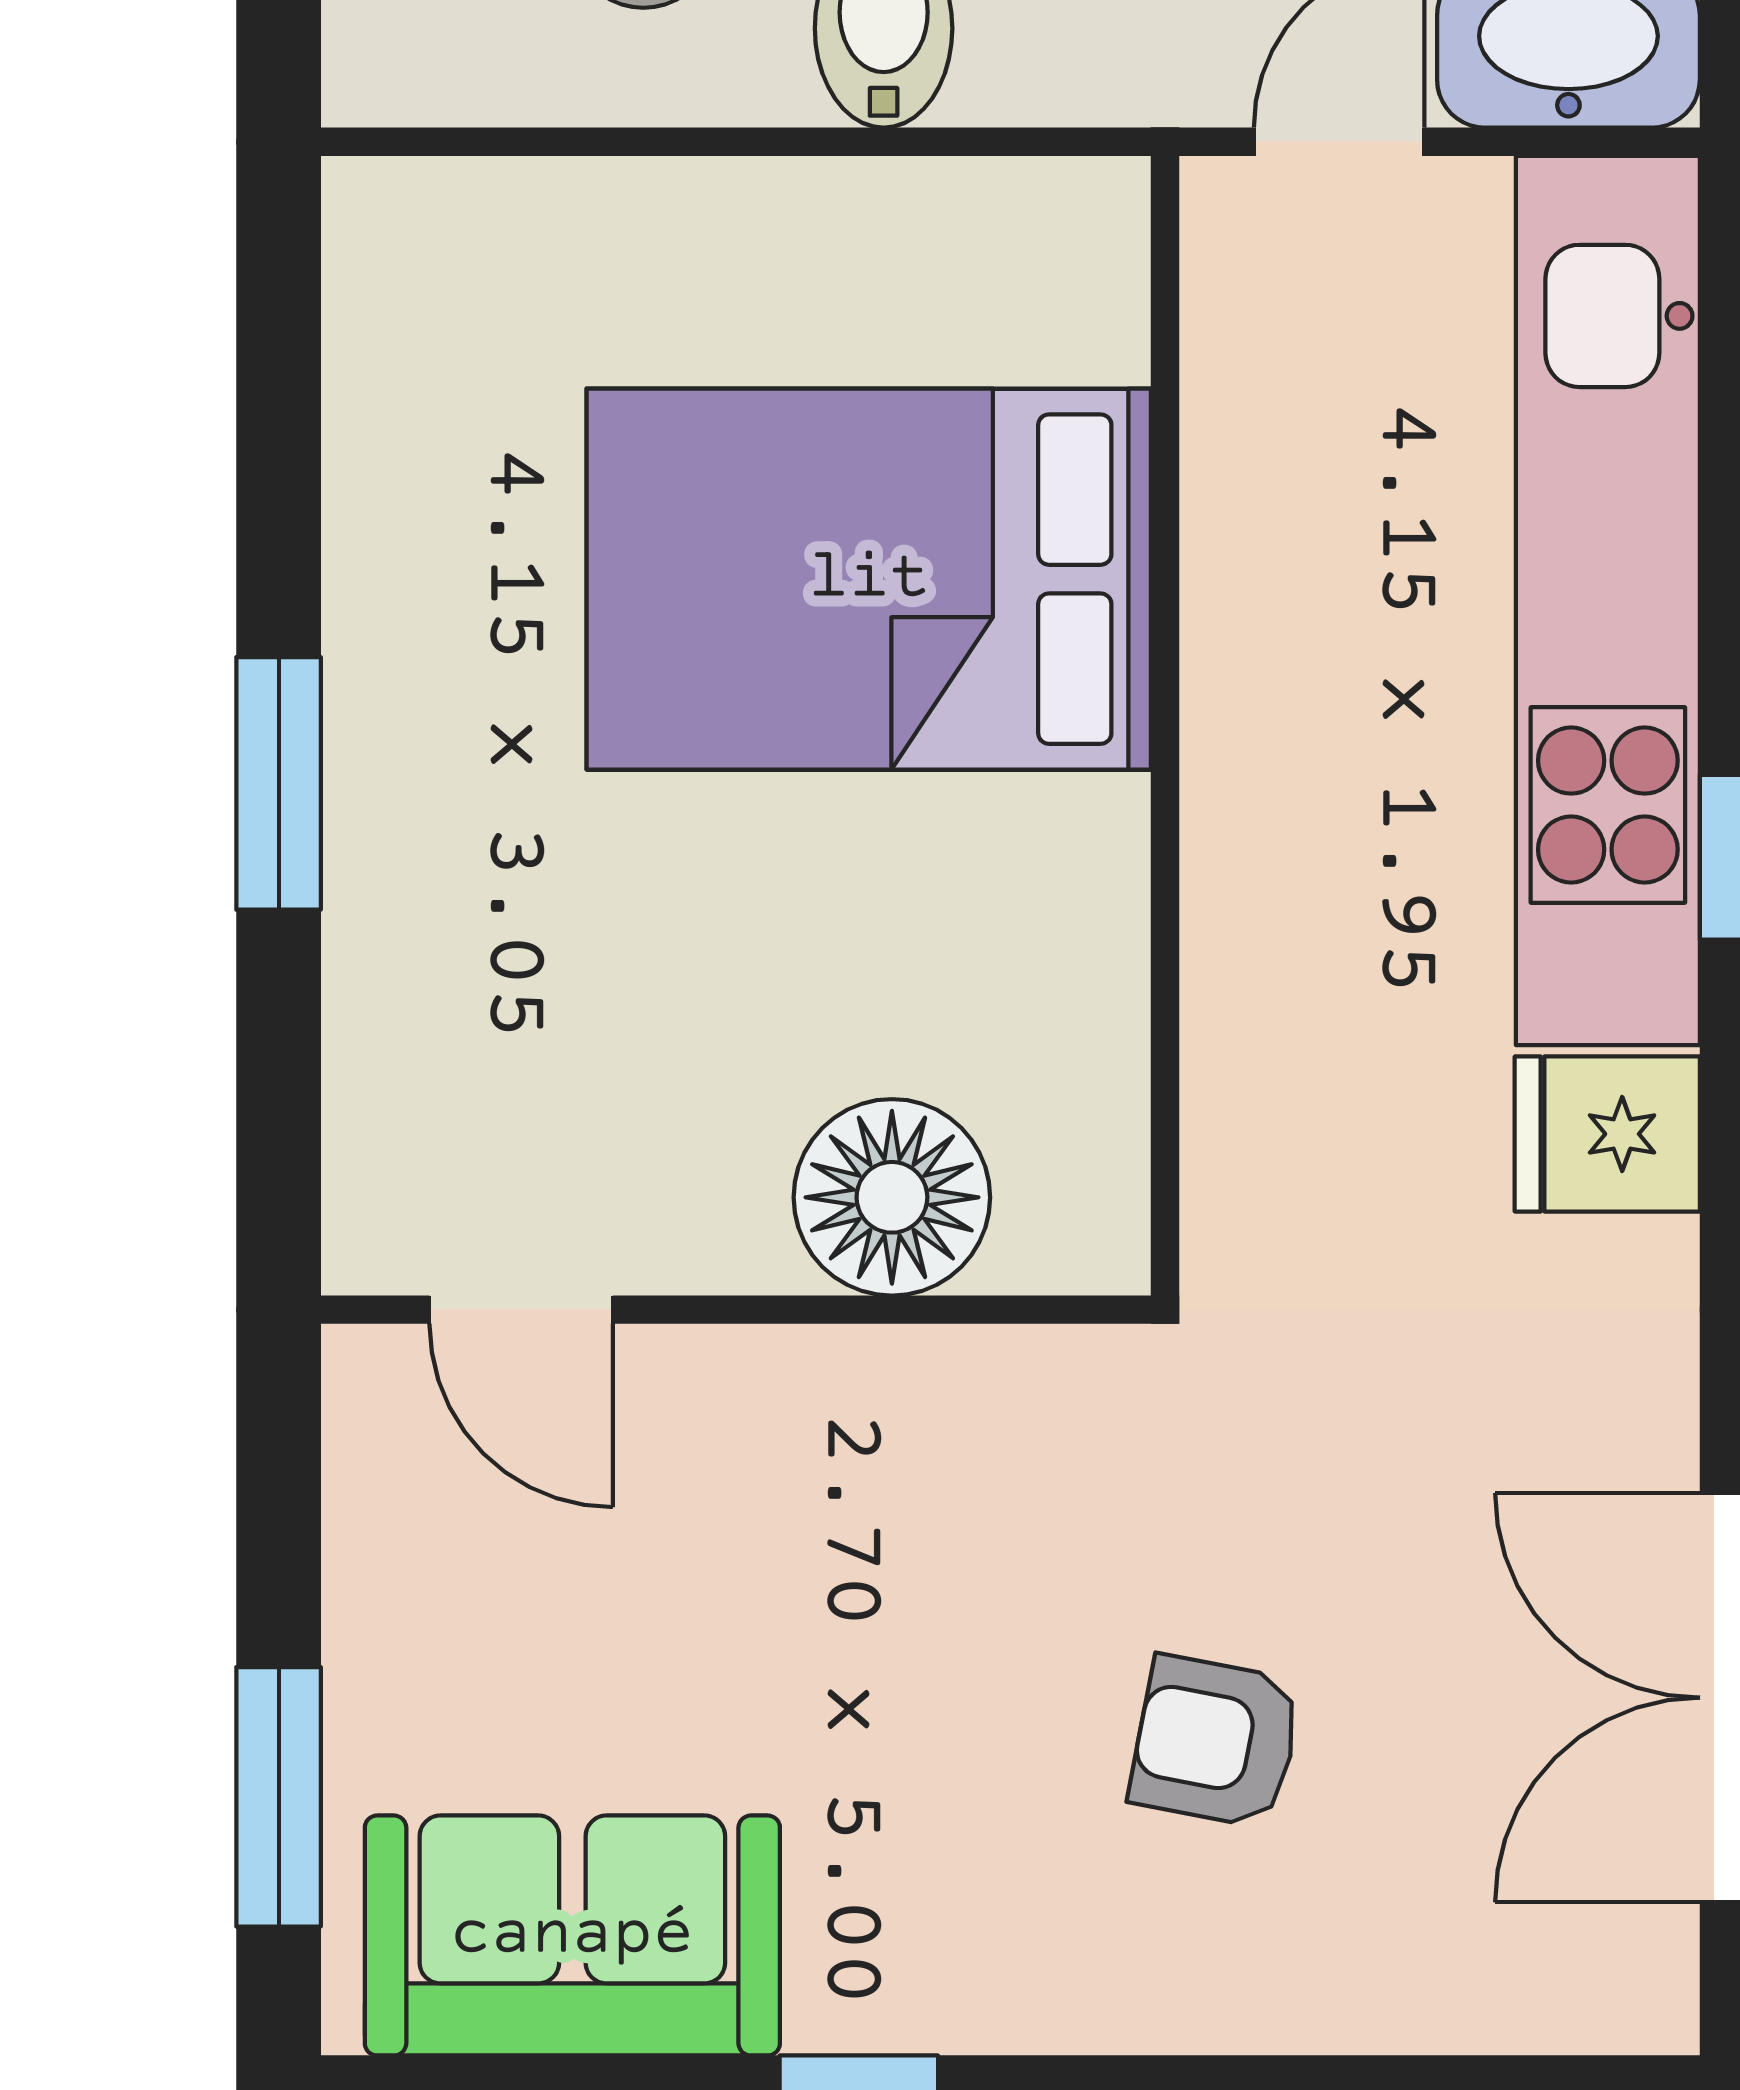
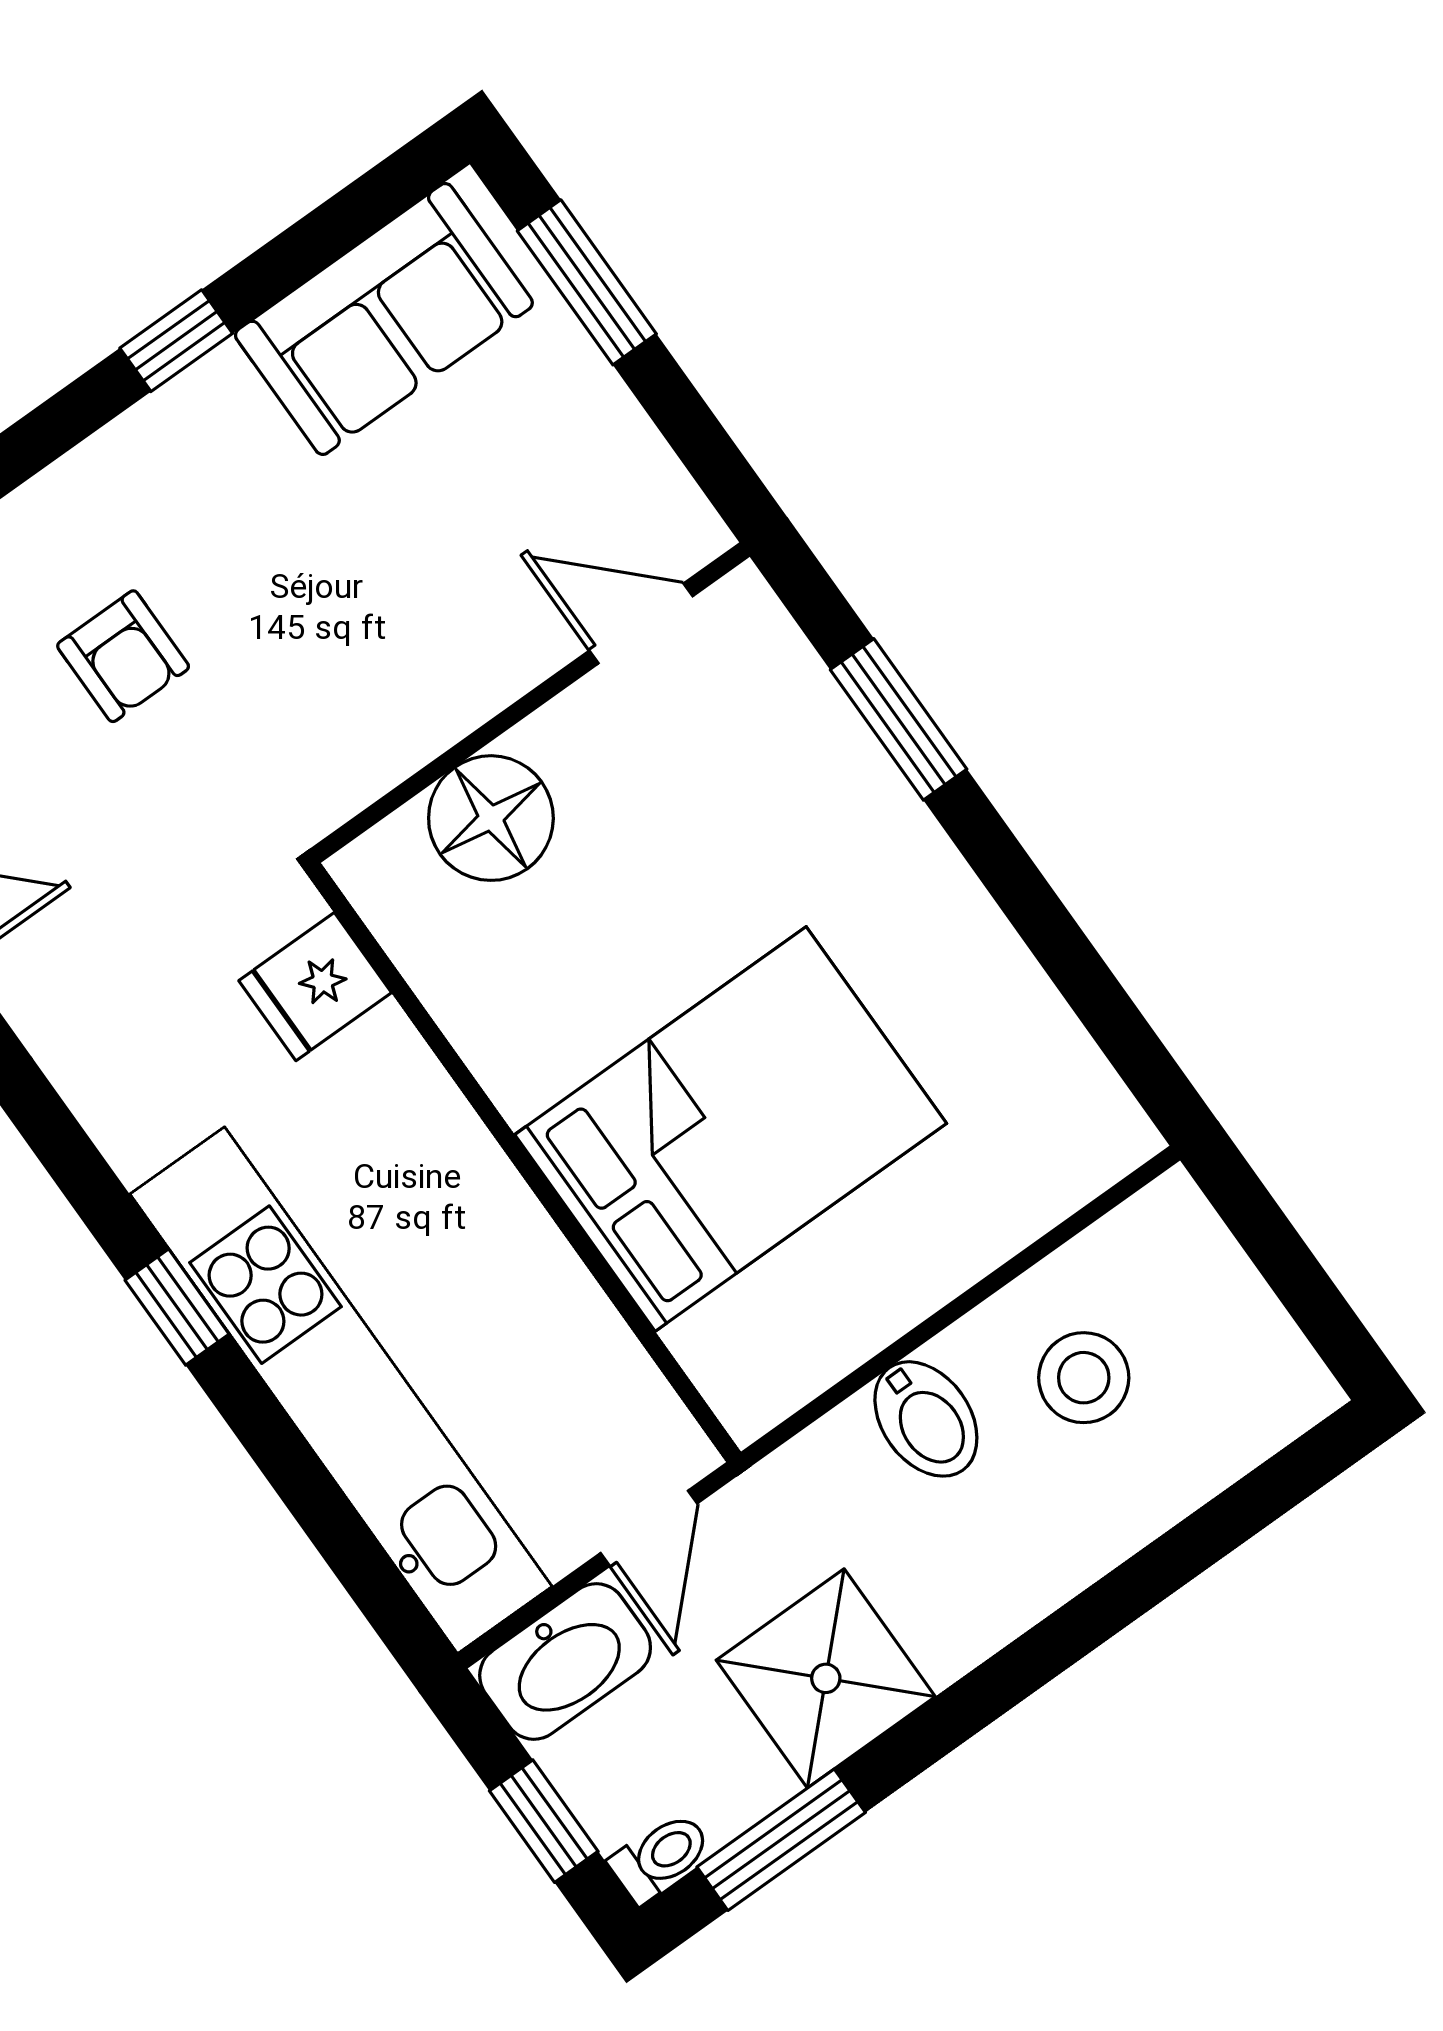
window: (279, 783) -> (899, 719), moved
fridge: (1607, 1134) -> (315, 987), moved, turned 180
armchair: (1216, 1742) -> (123, 656), turned 79

